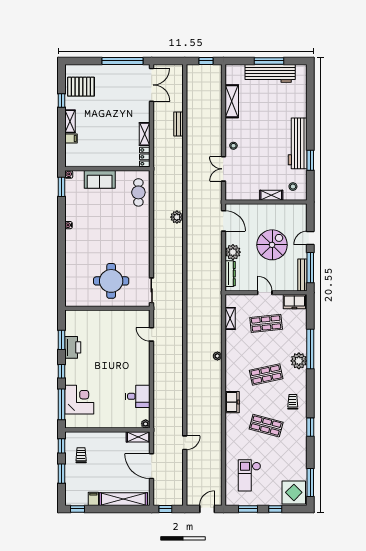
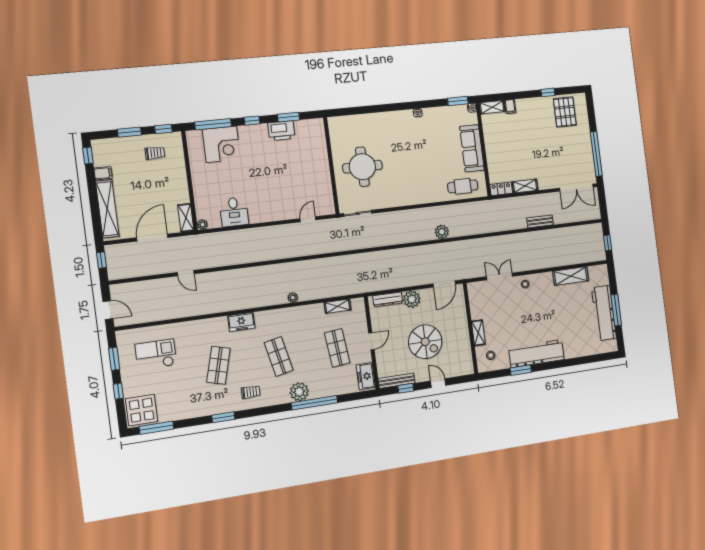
shelving: (70, 121) -> (492, 107), moved
sofa: (100, 179) -> (472, 148), width x1.36
window: (310, 268) -> (406, 388), width x0.46

